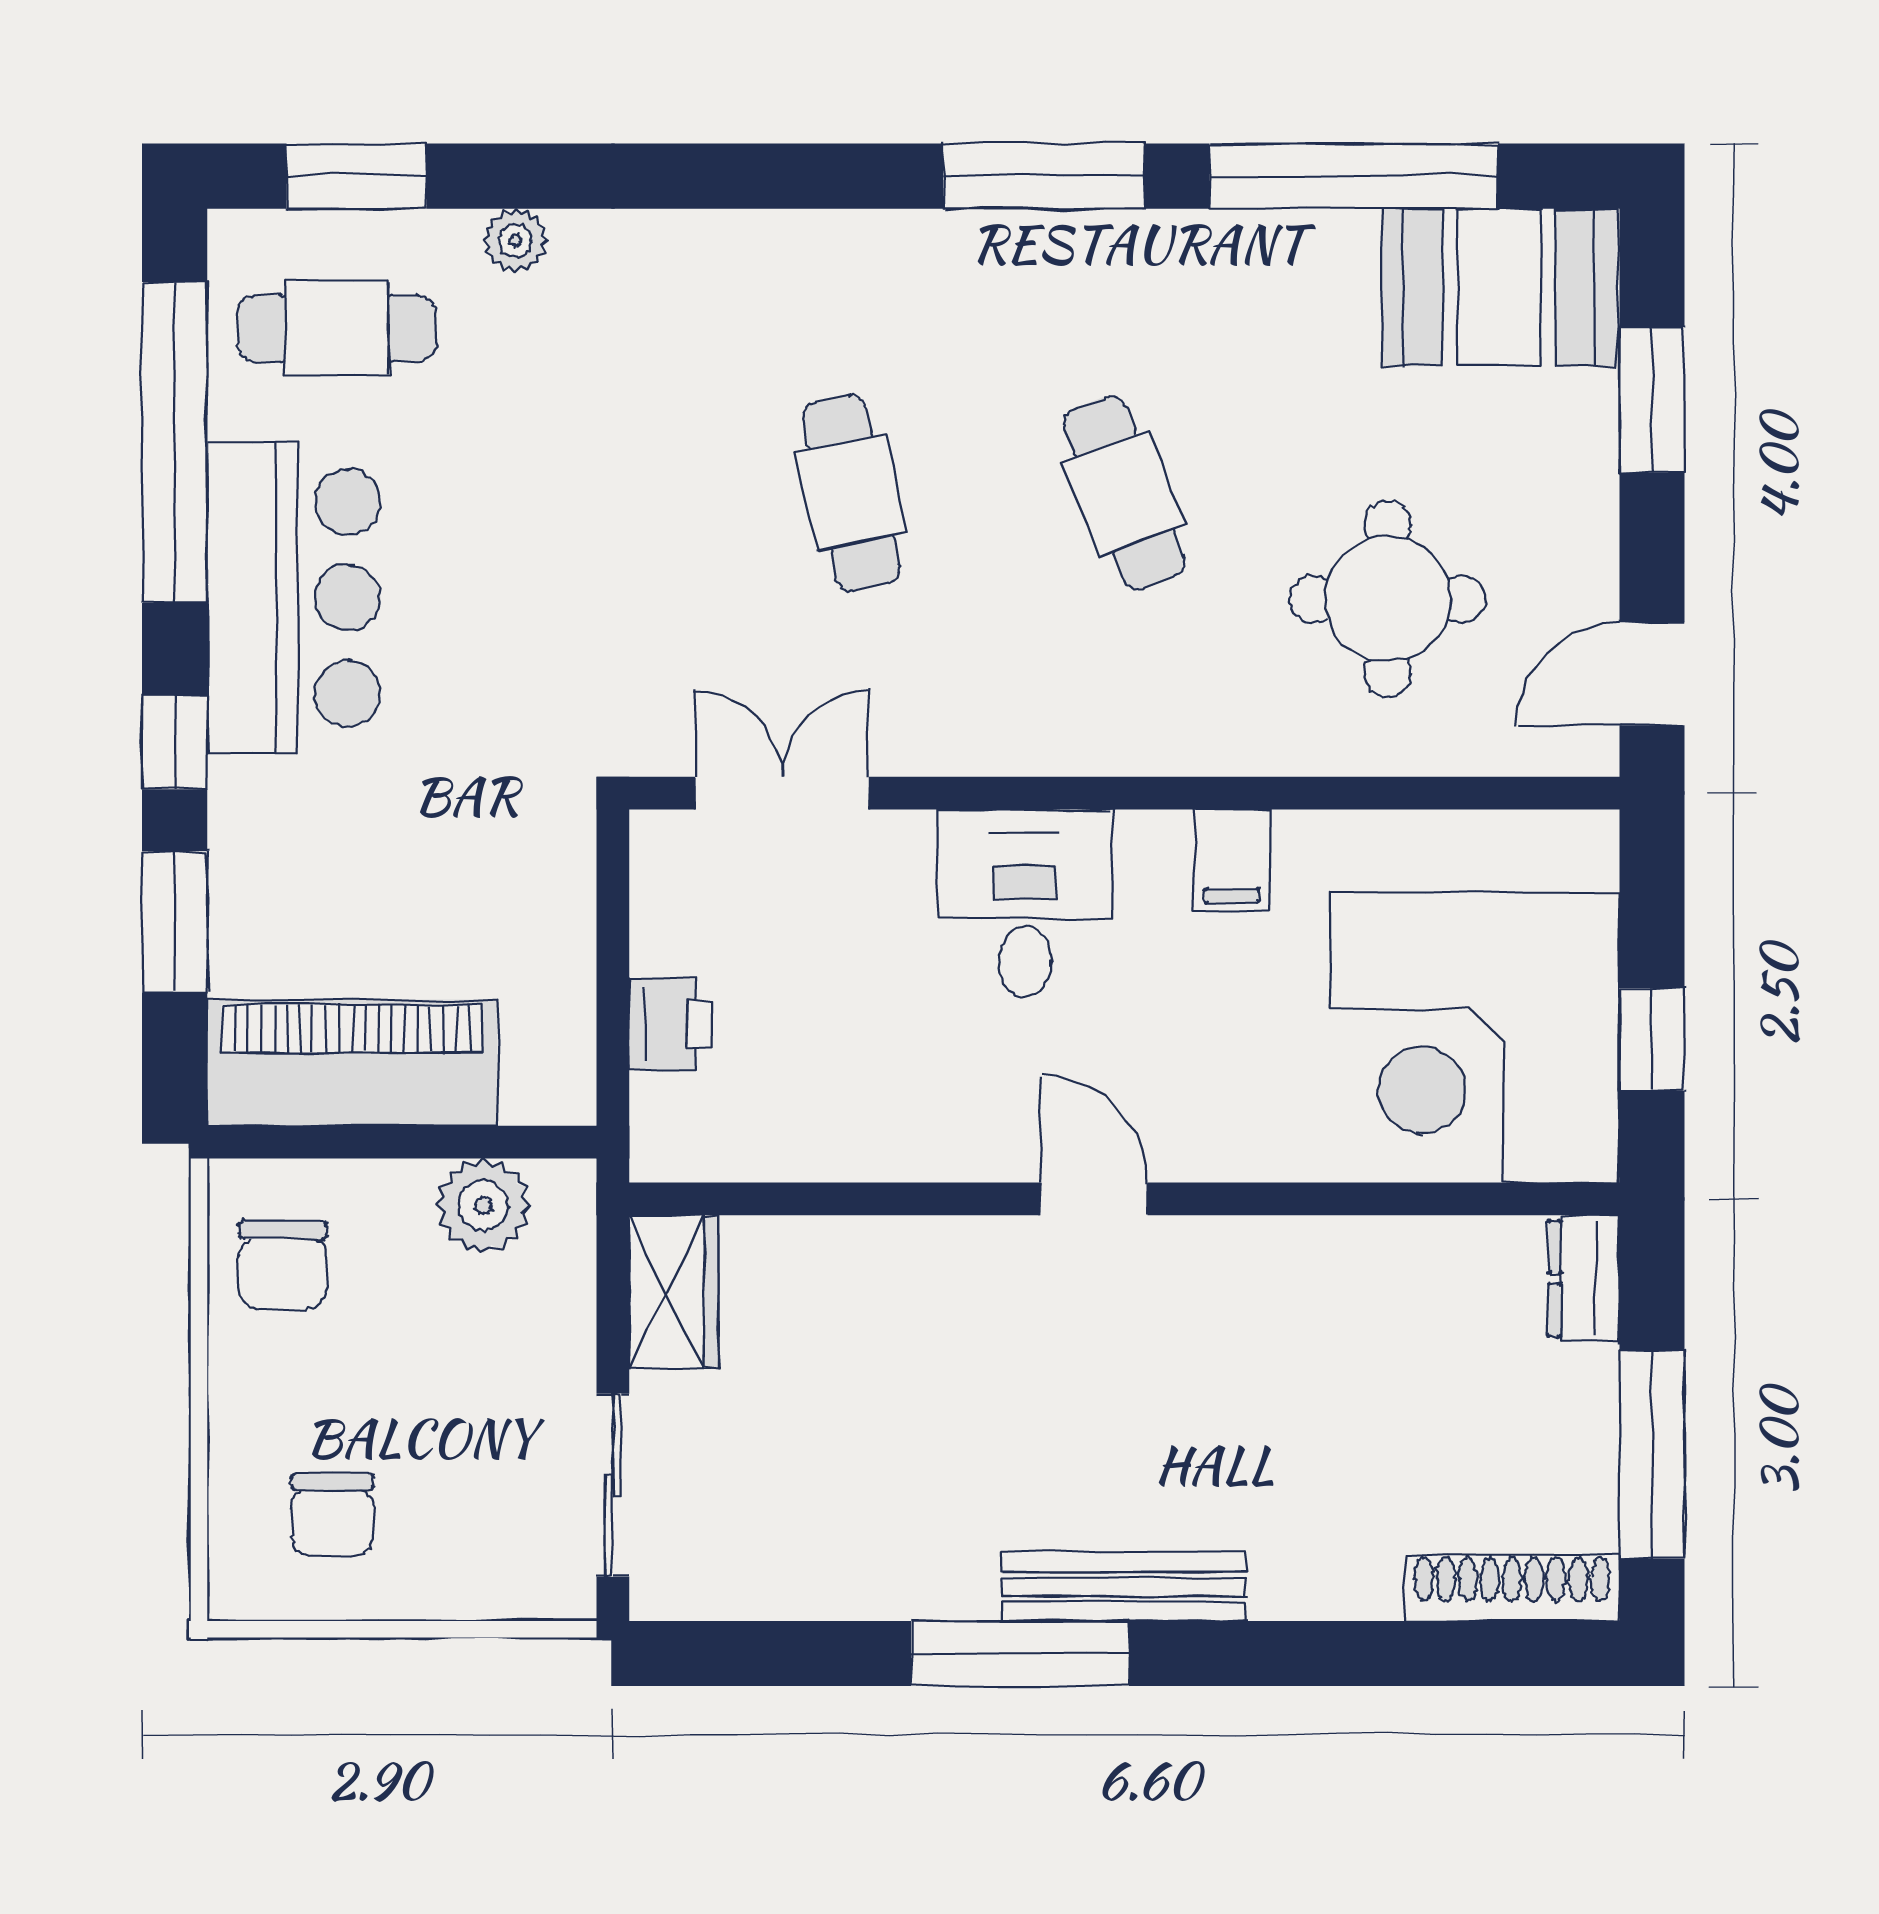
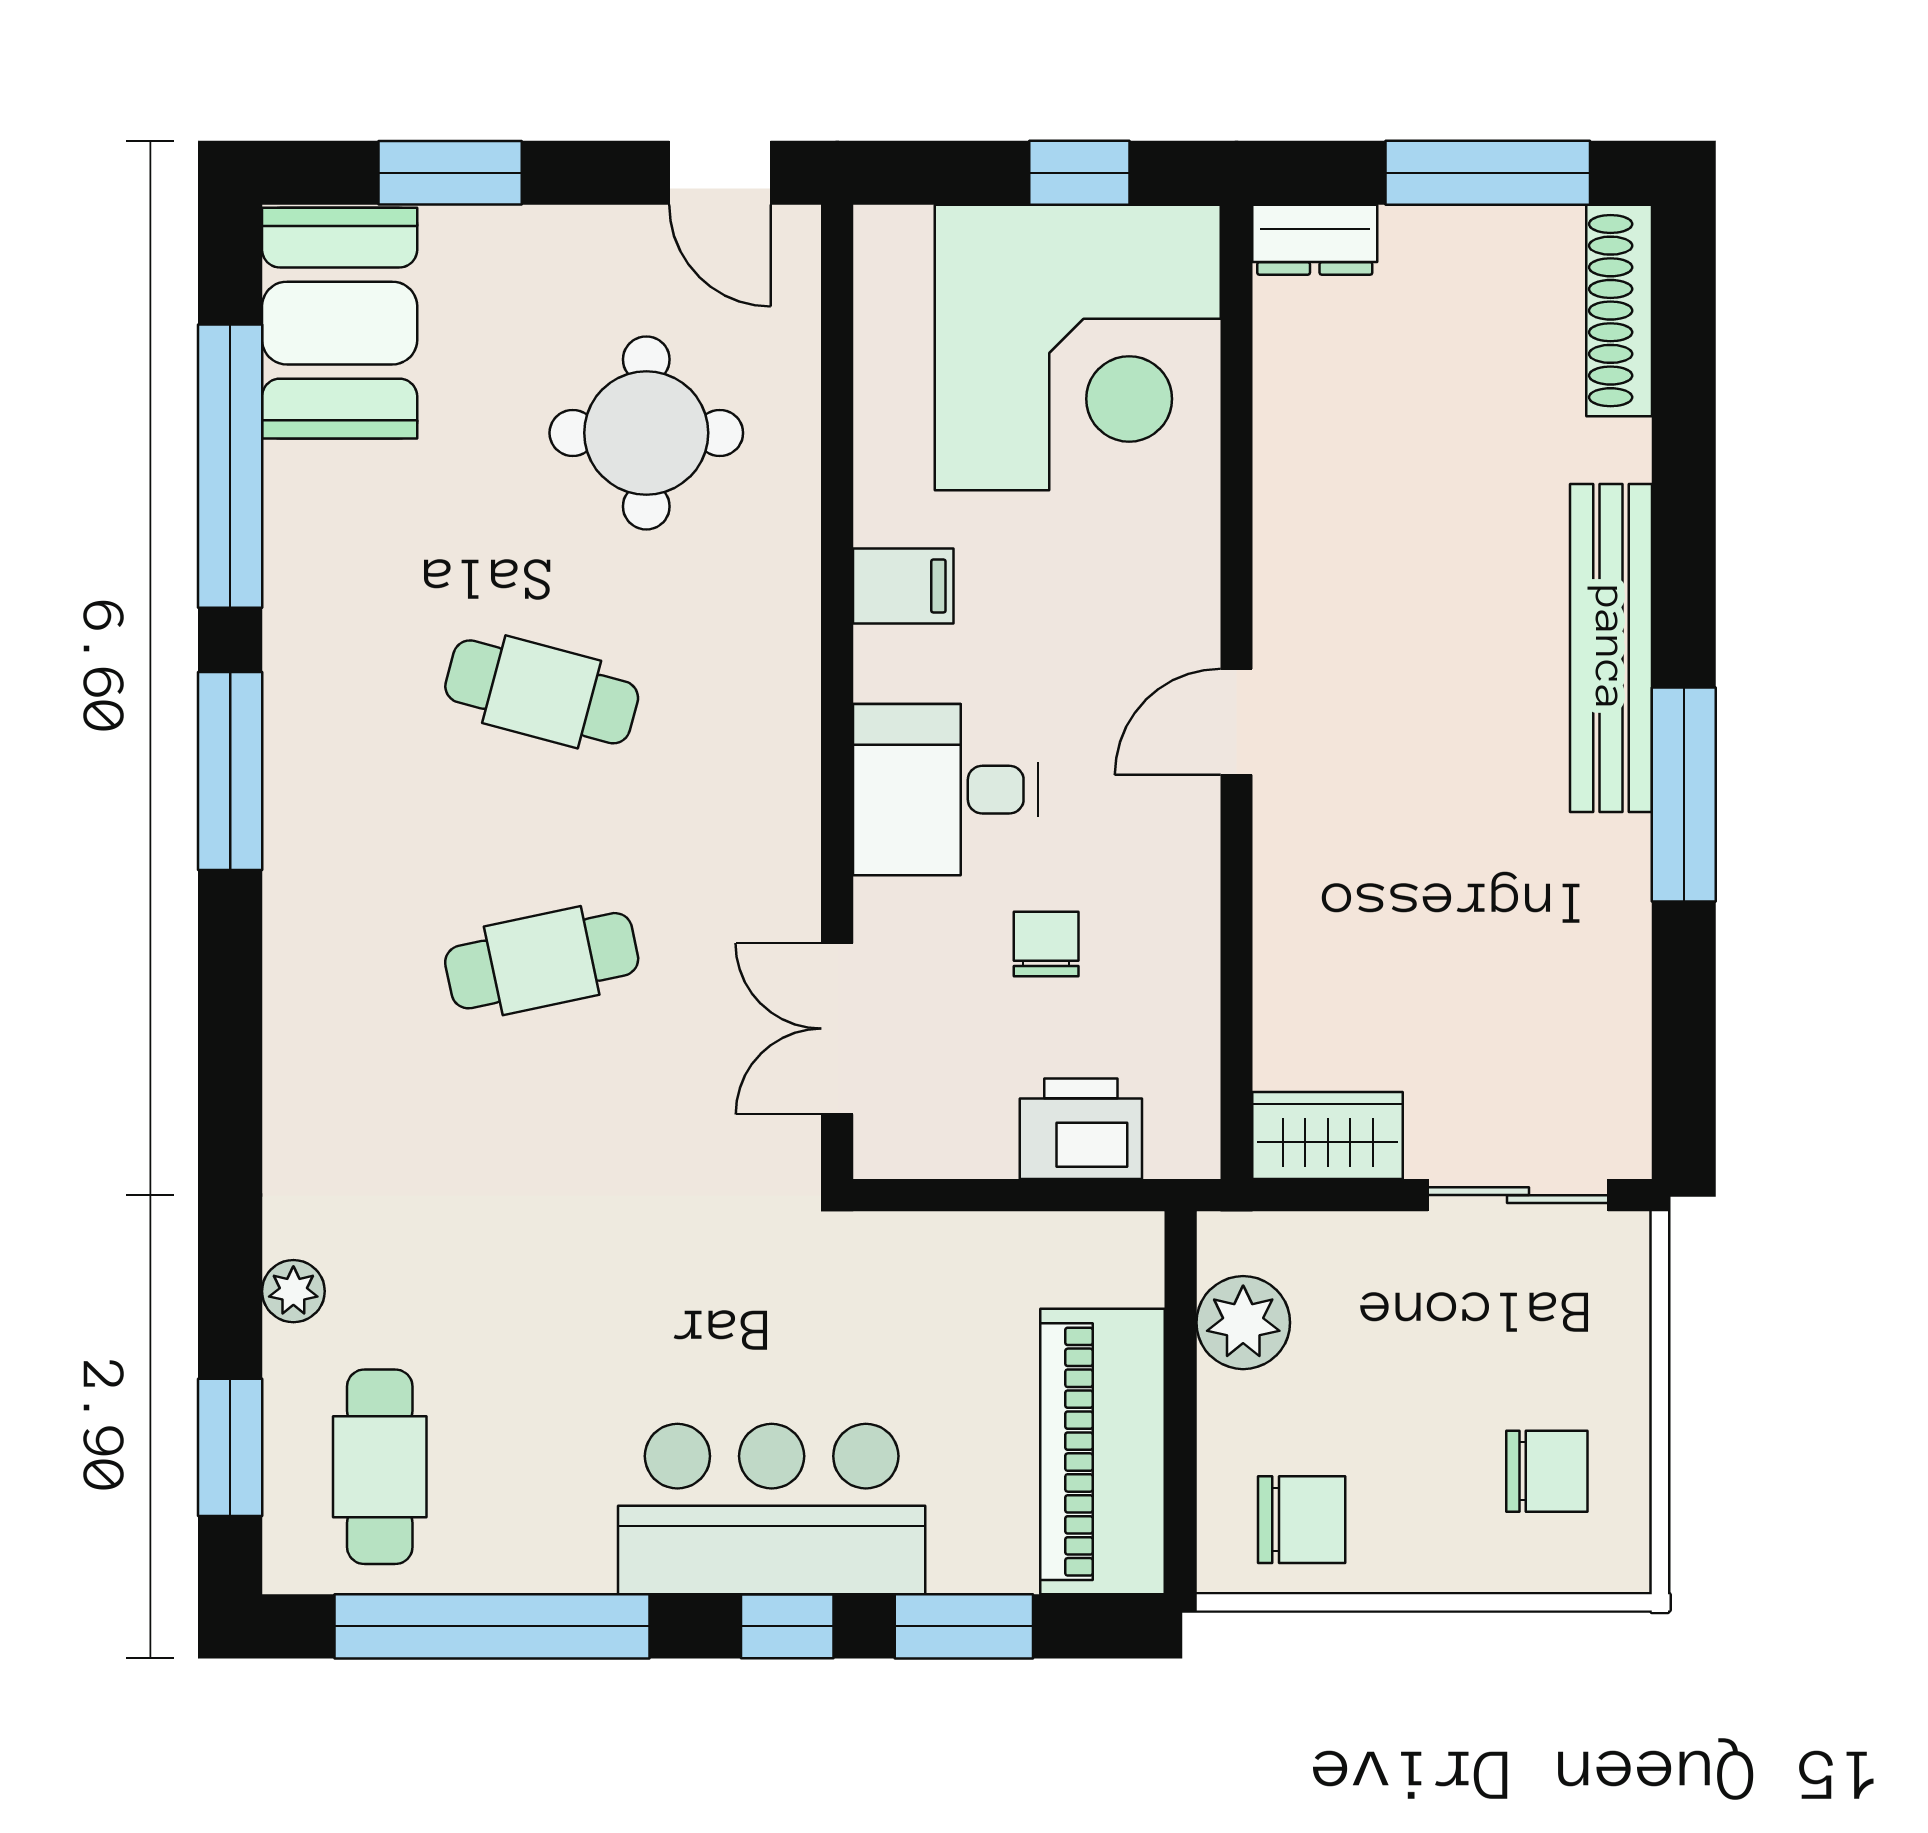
cafe table: (1124, 493) -> (542, 692), turned 36
bar counter: (294, 598) -> (772, 1509), moved
chair: (868, 1005) -> (1046, 944), added
printer: (670, 1024) -> (1081, 1129), width x1.36, depth x1.24
bench: (1124, 1587) -> (1611, 648), width x1.37, depth x1.21

